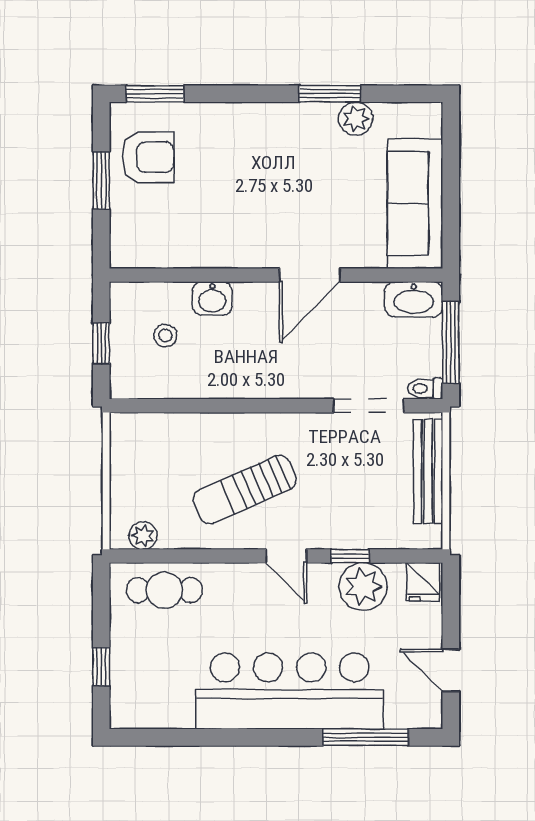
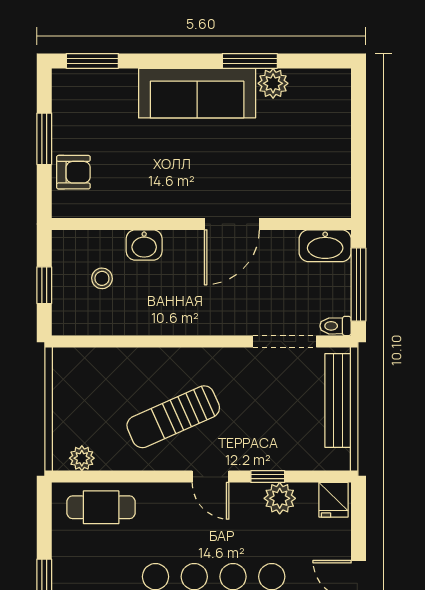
armchair: (148, 157) -> (73, 172), moved, width x0.72, depth x0.72
sofa: (415, 203) -> (197, 93), moved, turned -90
plant: (363, 587) -> (280, 498), width x0.73, depth x0.73

